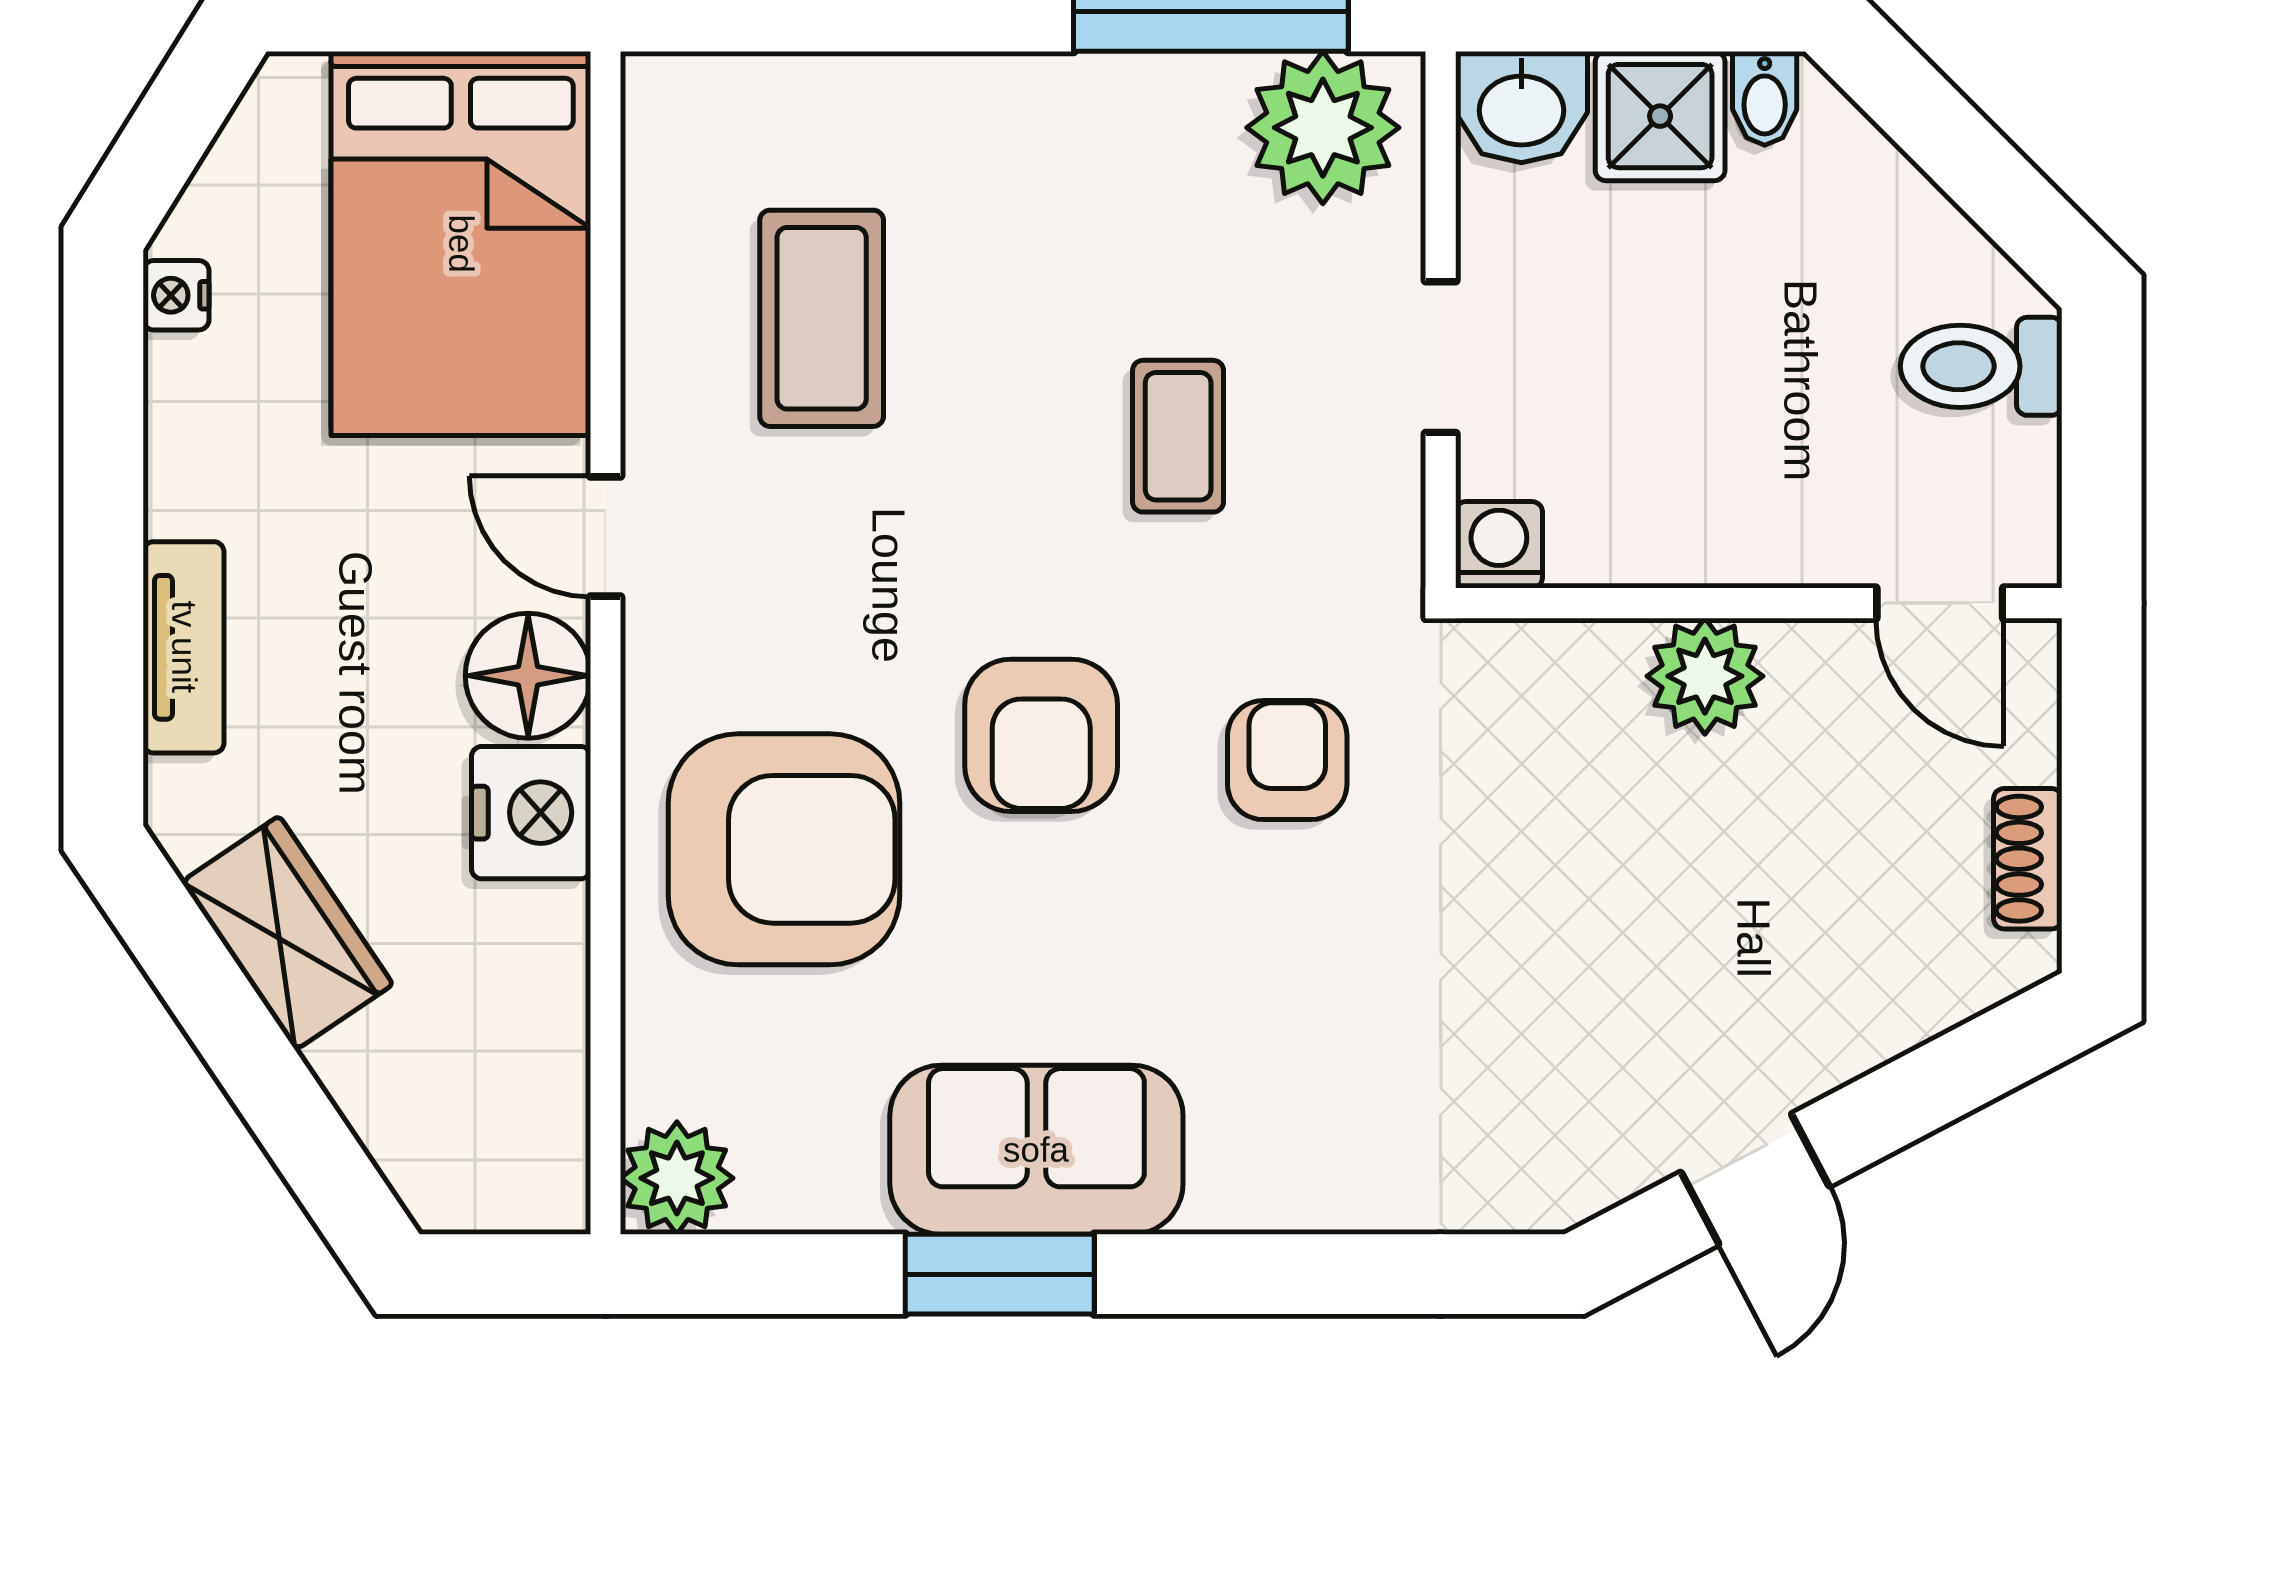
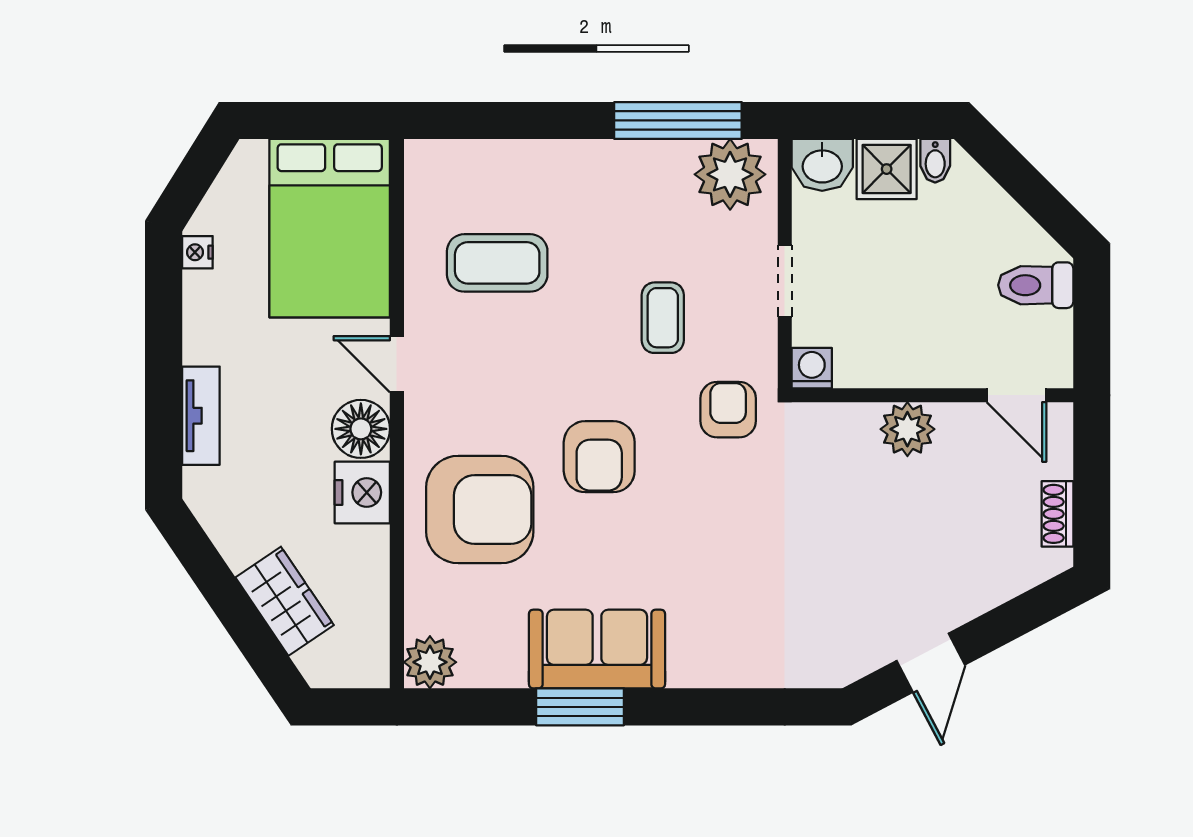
coffee table: (822, 318) -> (497, 263), turned 90
armchair: (1287, 760) -> (728, 410), moved
wardrobe: (287, 933) -> (285, 601), moved

